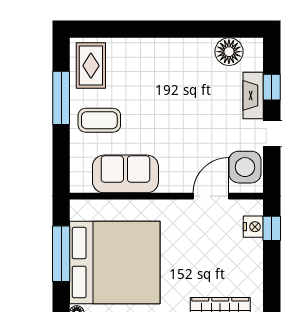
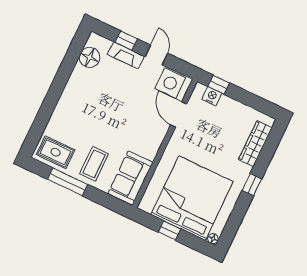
sofa: (125, 174) -> (130, 178), moved
window: (61, 254) -> (169, 230), width x0.46

